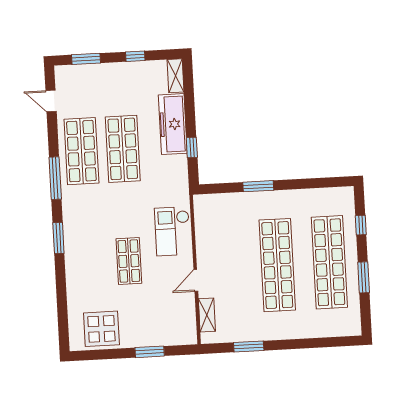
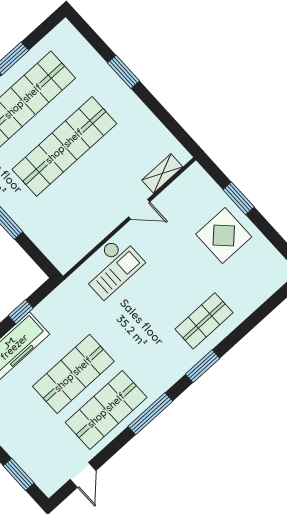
shop shelf: (129, 261) -> (204, 321), moved
display table: (101, 329) -> (224, 236), moved
window: (249, 346) -> (123, 72), moved

